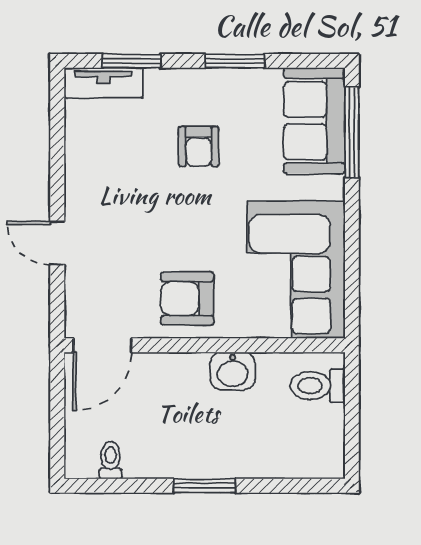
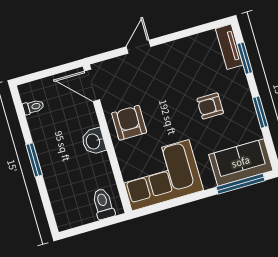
washbasin: (233, 371) -> (94, 141), moved

